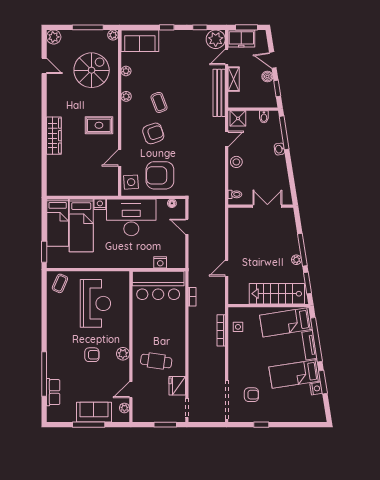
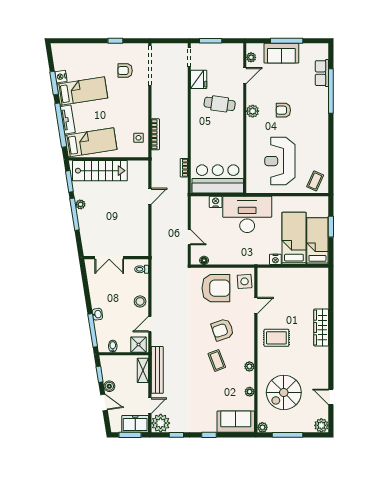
shelving: (234, 79) -> (143, 370), moved
desk: (131, 217) -> (247, 214), moved, turned 180
window: (44, 252) -> (331, 227), moved

